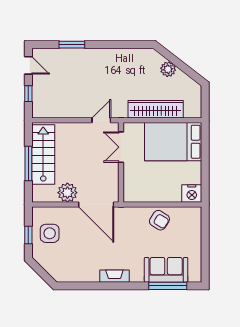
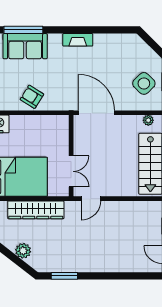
window: (72, 45) -> (64, 276), moved
plant: (67, 193) -> (148, 120), moved, width x0.53, depth x0.53
side table: (50, 233) -> (144, 83), turned 45

